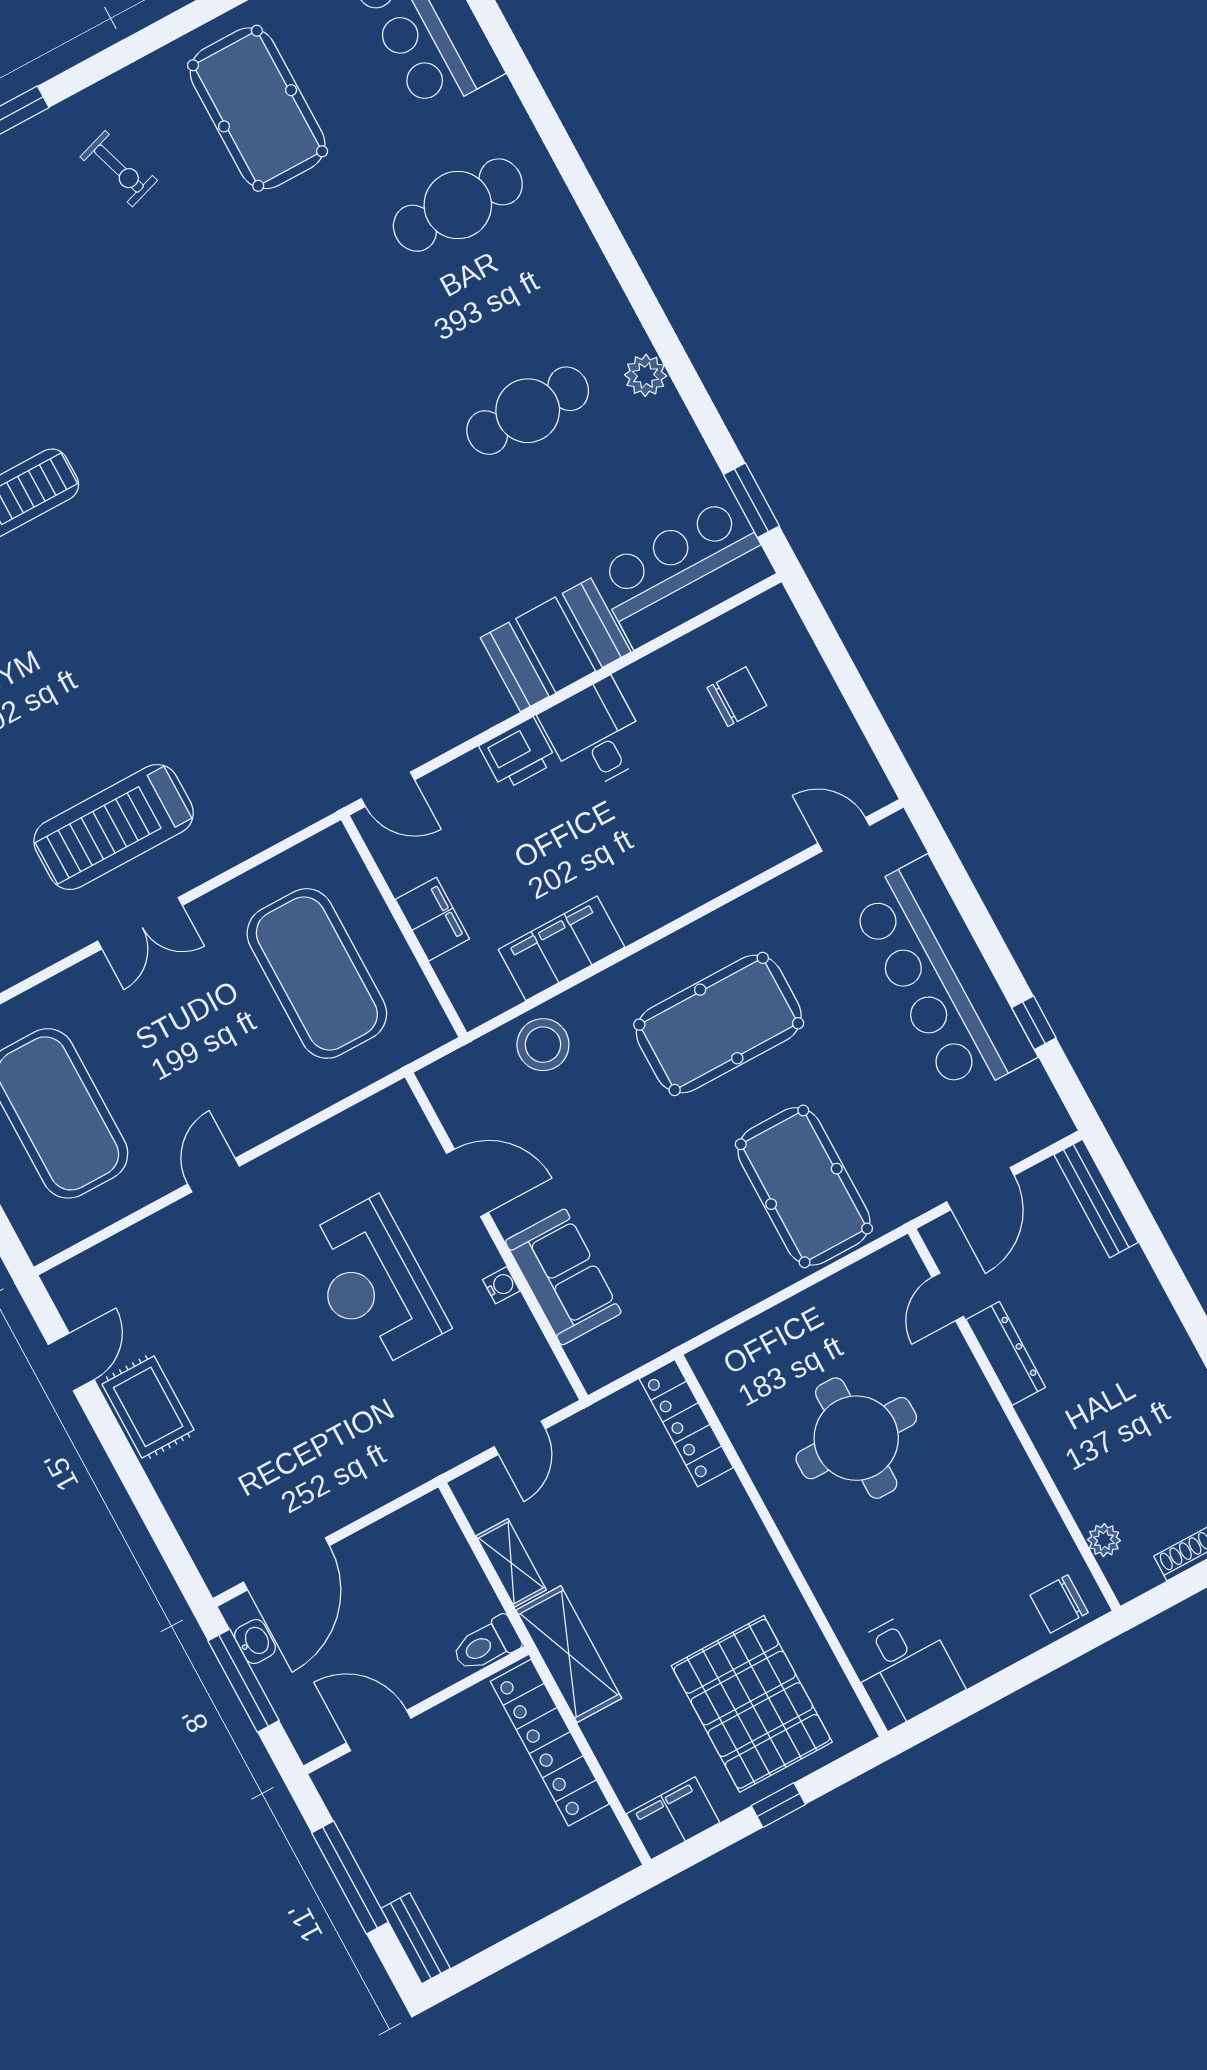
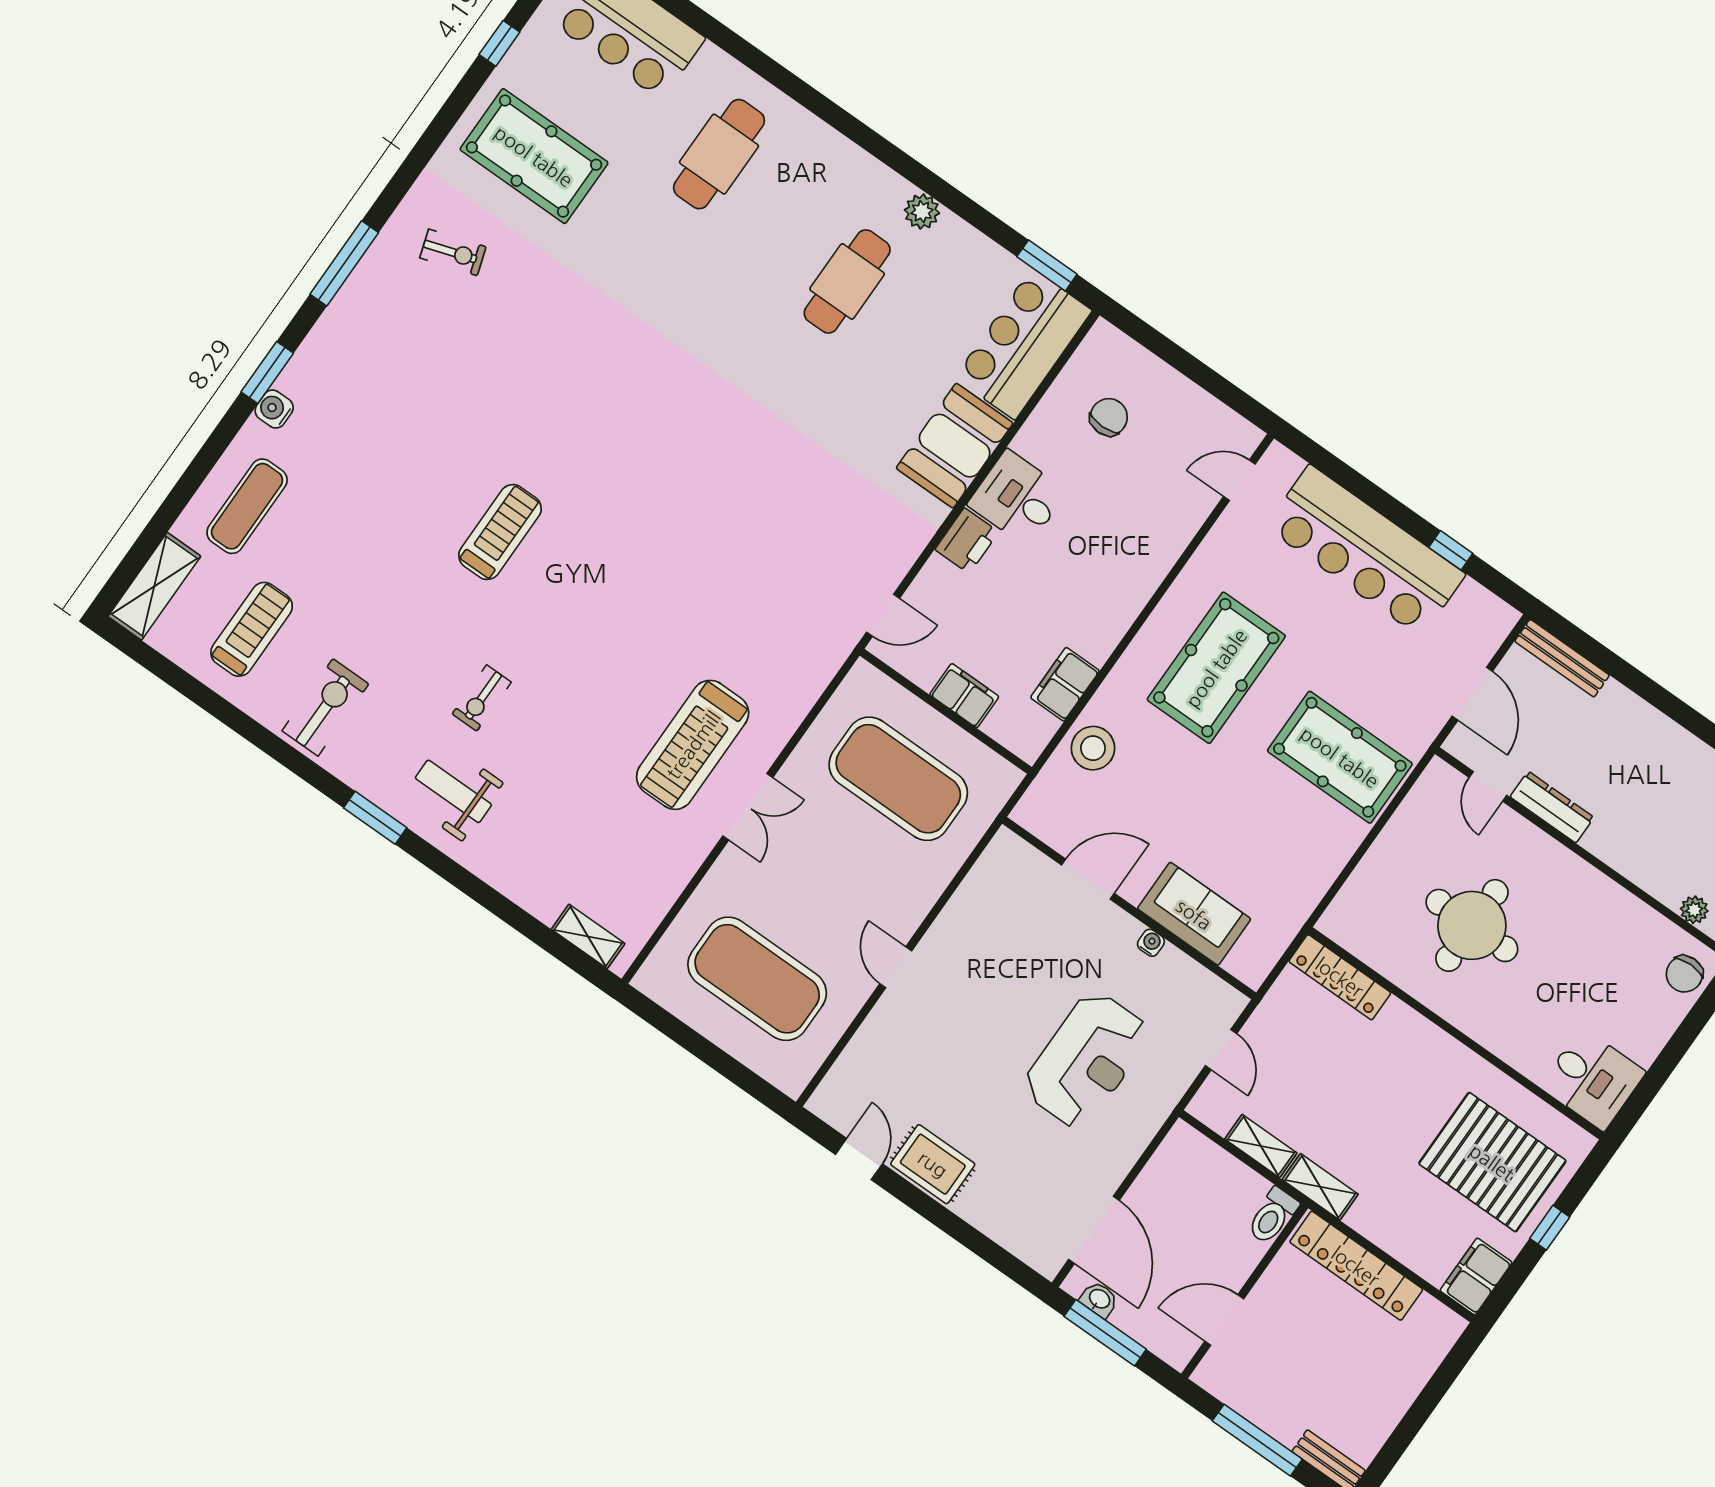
filing cabinet: (561, 948) -> (1065, 684), width x0.67, depth x0.86
reception desk: (373, 1284) -> (1087, 1060), moved, turned -90
shelving: (569, 1654) -> (1320, 1187), width x0.67, depth x0.75

